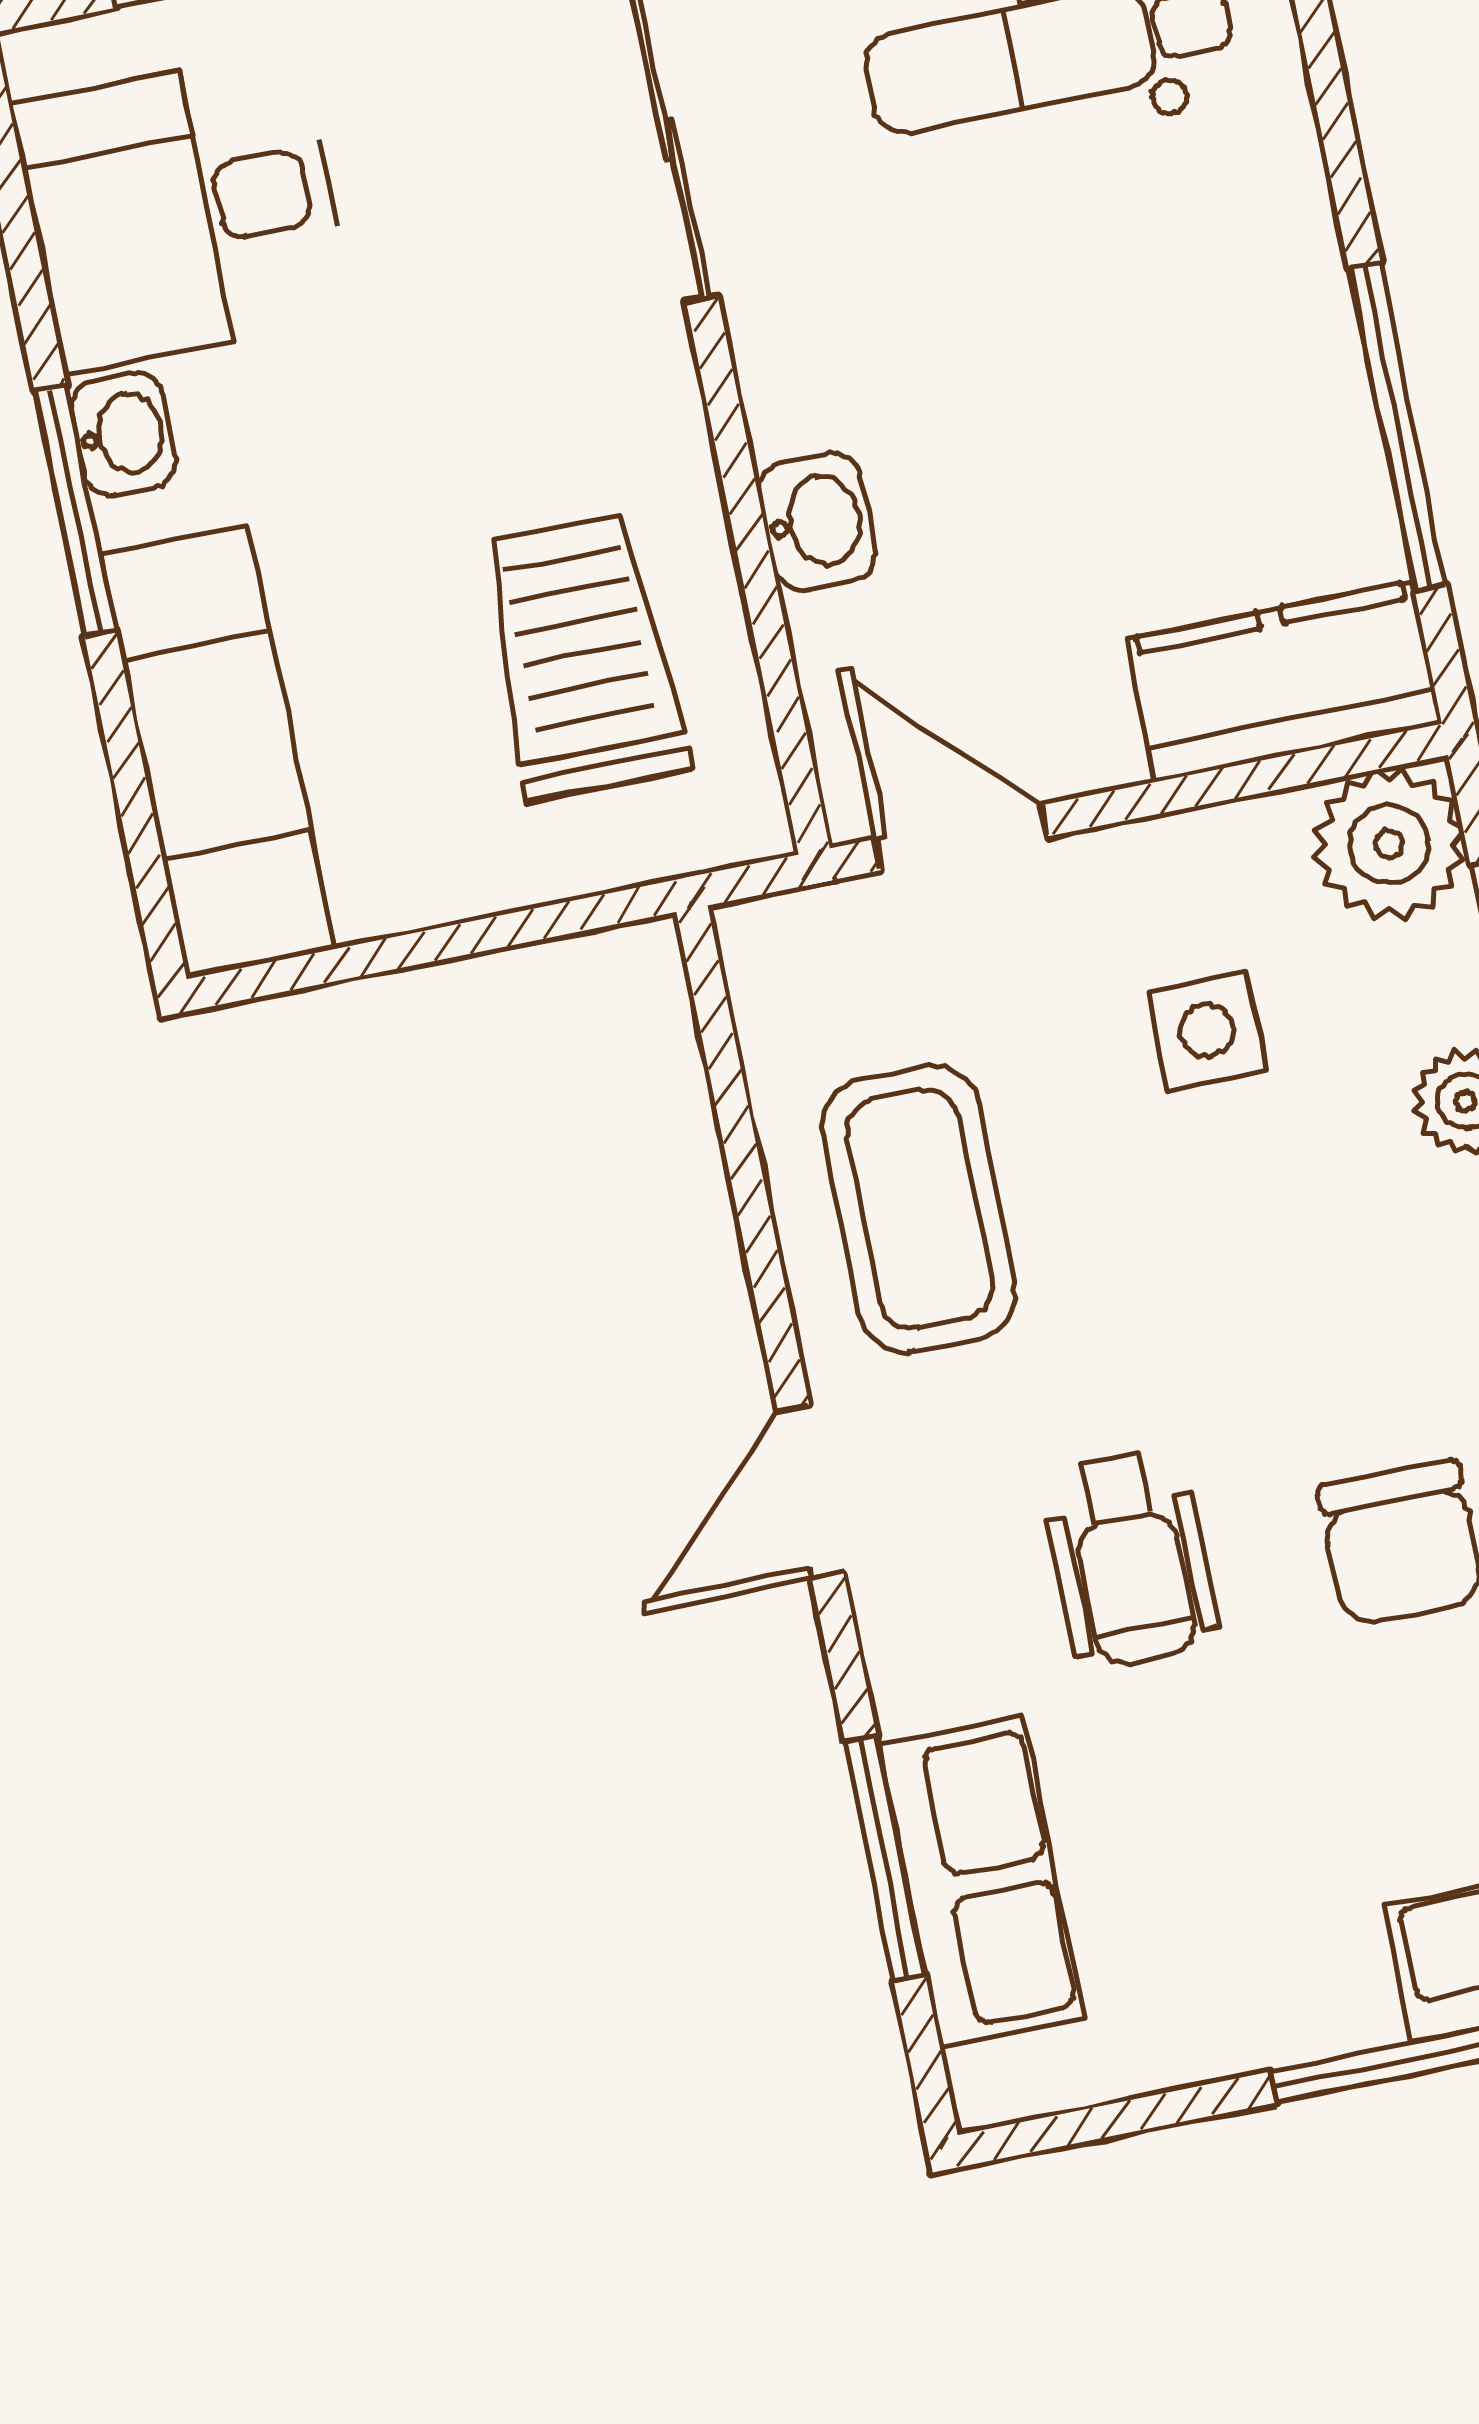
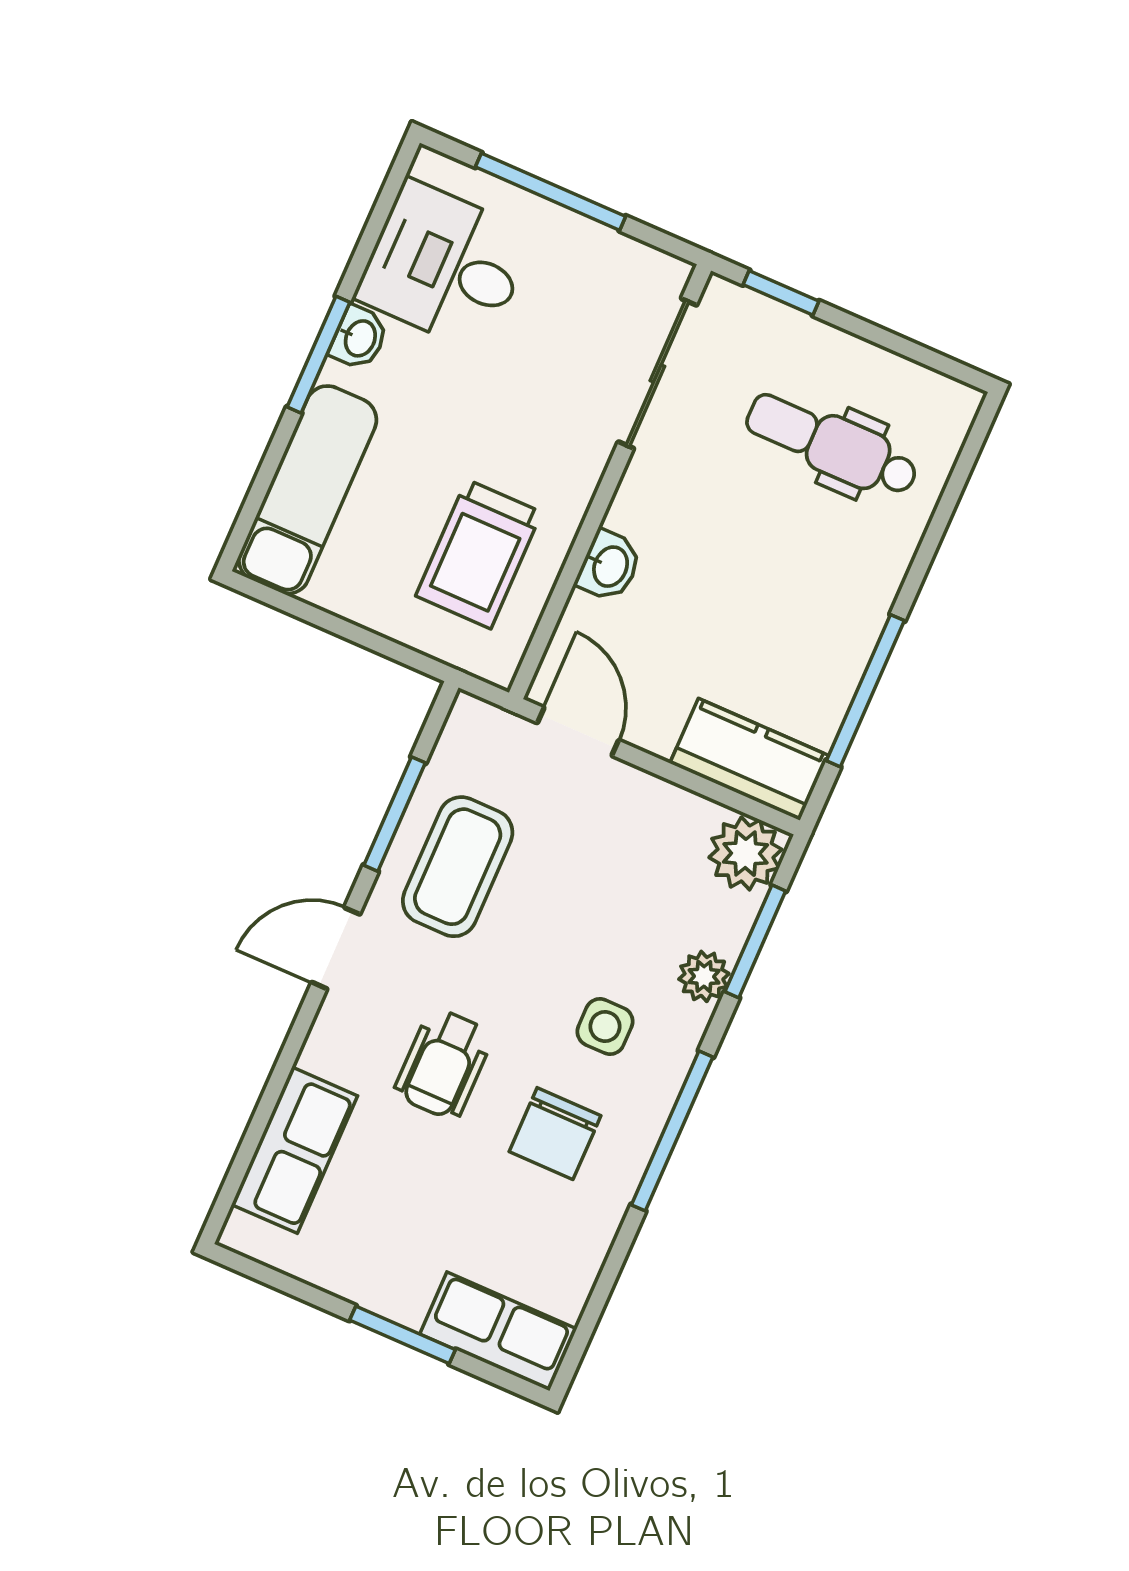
trolley: (583, 656) -> (479, 554), turned 180
side table: (1207, 1031) -> (605, 1027), moved
window: (885, 1858) -> (395, 814), moved

